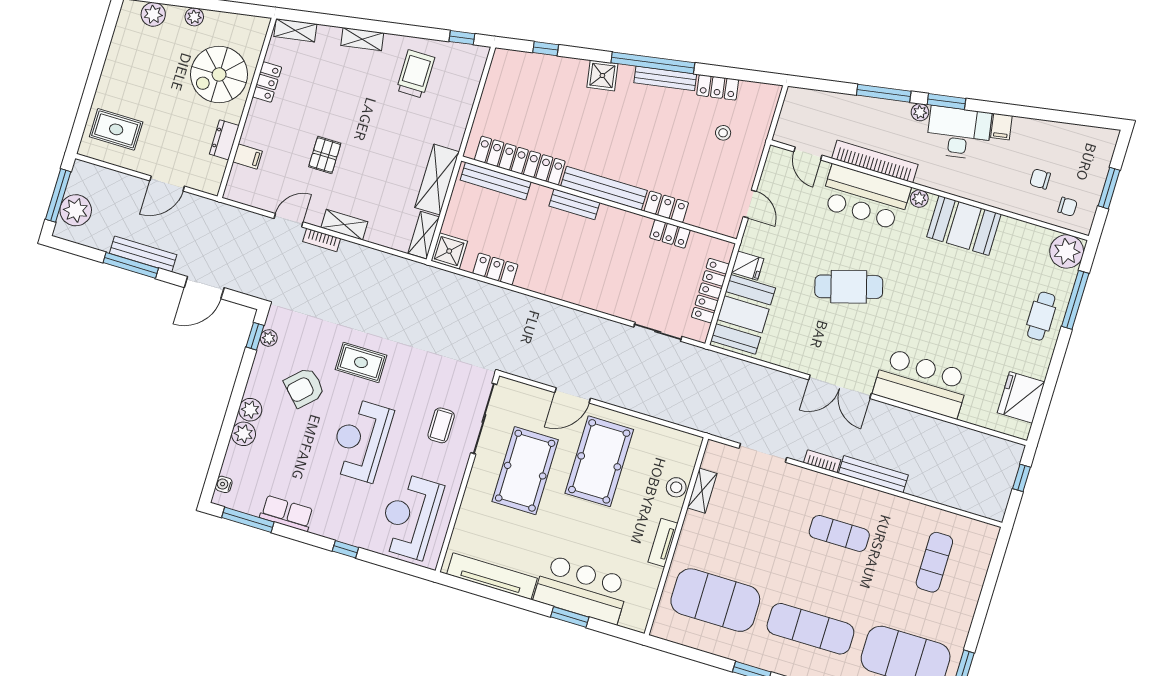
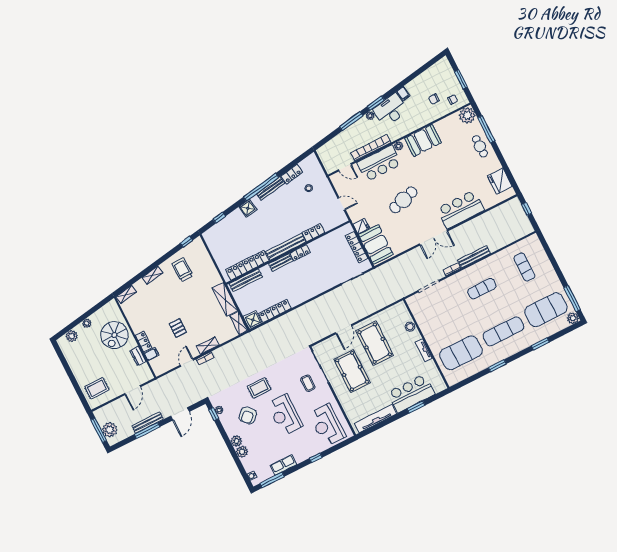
locker: (267, 82) -> (144, 341), moved
locker: (670, 234) -> (300, 253), moved
locker: (495, 269) -> (275, 311), width x1.53
shelving: (702, 491) -> (420, 319), removed

